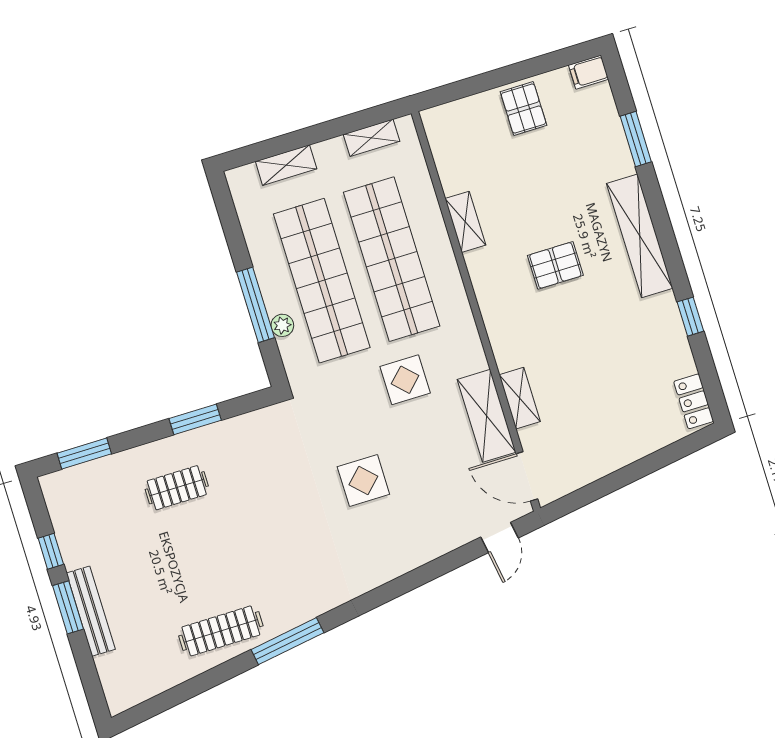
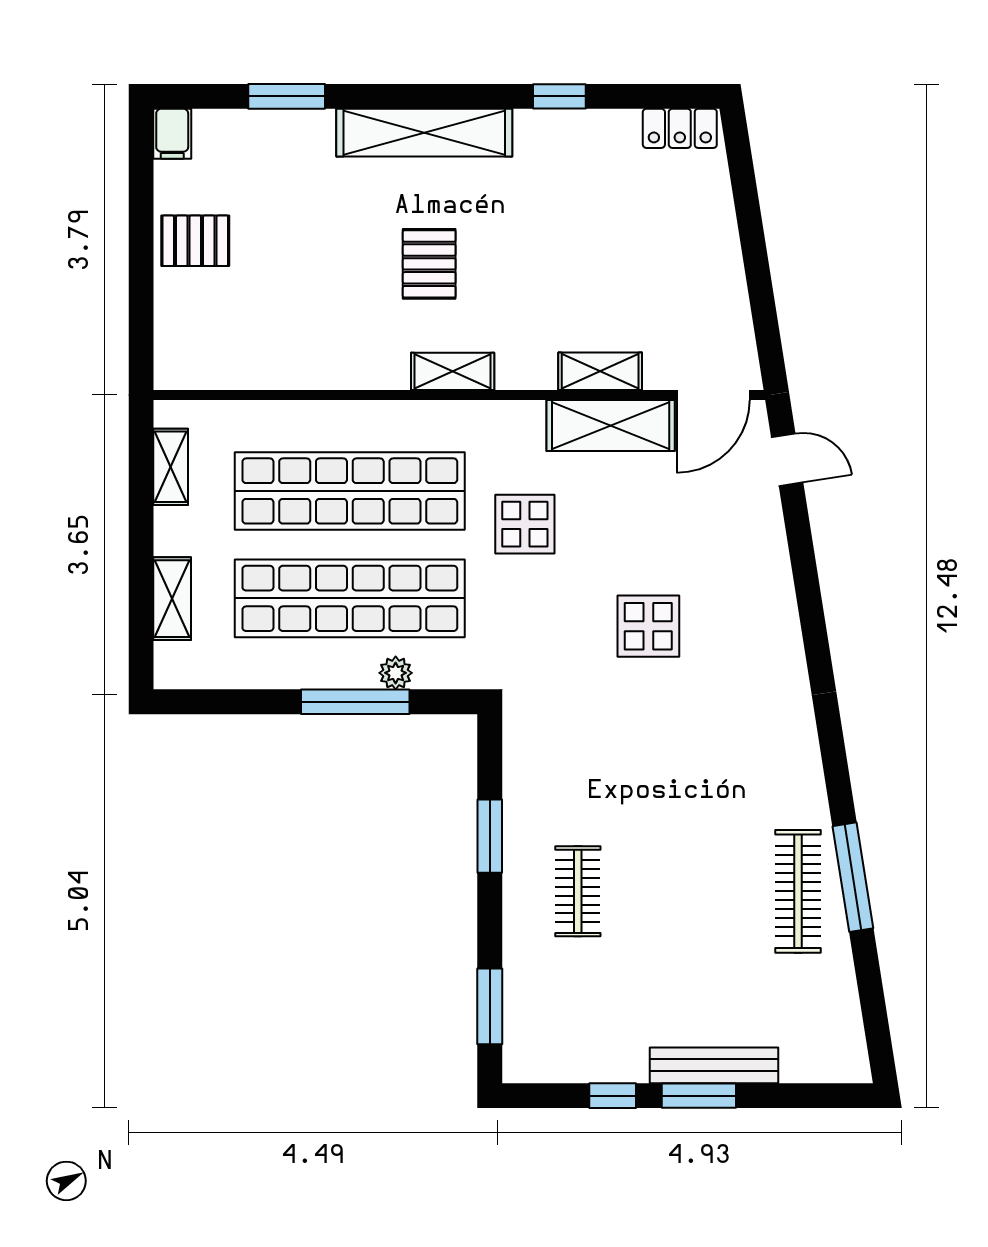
shelving: (465, 222) -> (453, 371), moved
window: (287, 641) -> (853, 877), moved

